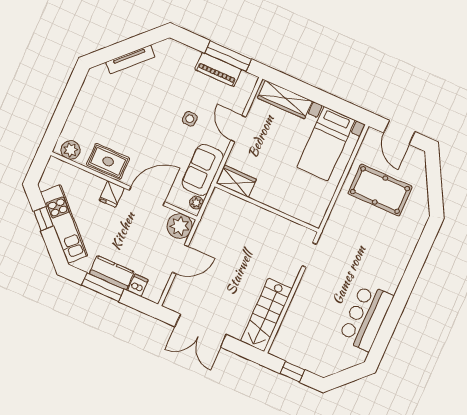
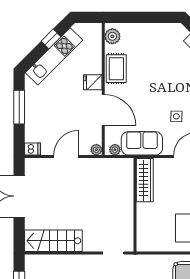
wardrobe: (236, 181) -> (145, 180), width x1.50
plant: (180, 226) -> (96, 150), width x0.53, depth x0.53
door: (180, 259) -> (66, 157), swing flipped
kitchen counter: (112, 273) -> (33, 109), removed
dishwasher: (138, 285) -> (32, 149), moved

